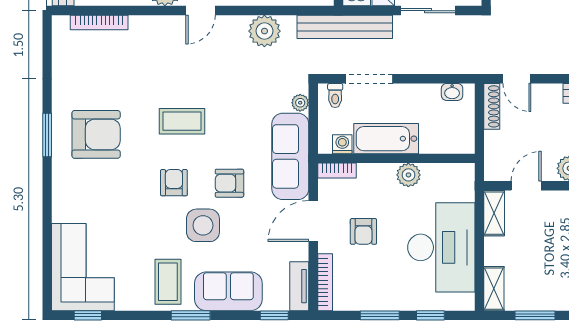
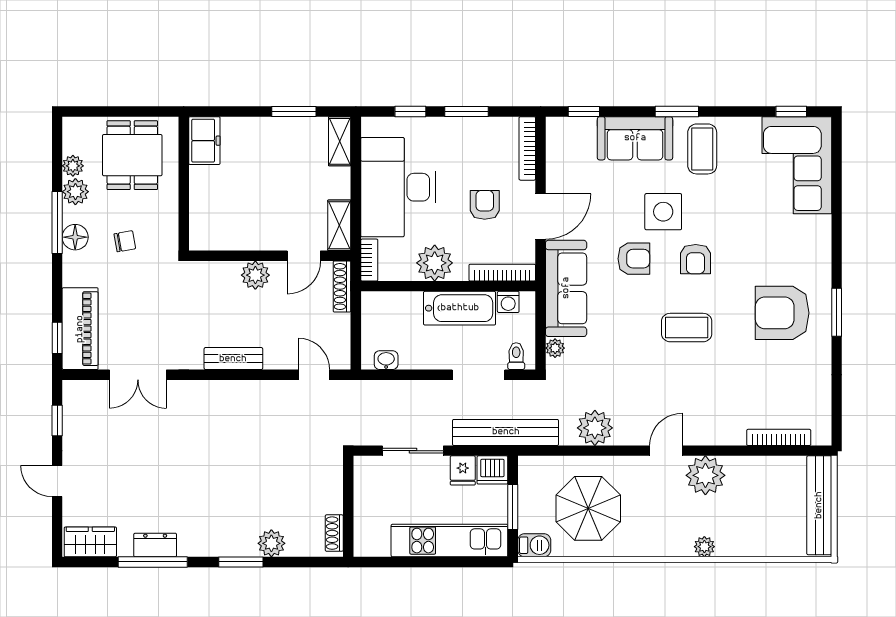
shoe rack: (492, 106) -> (342, 287), moved
bookcase: (337, 171) -> (502, 273), width x1.56
plant: (408, 175) -> (435, 263), width x1.36, depth x1.36
bookcase: (467, 182) -> (369, 260), added
tv unit: (299, 286) -> (556, 144), removed

